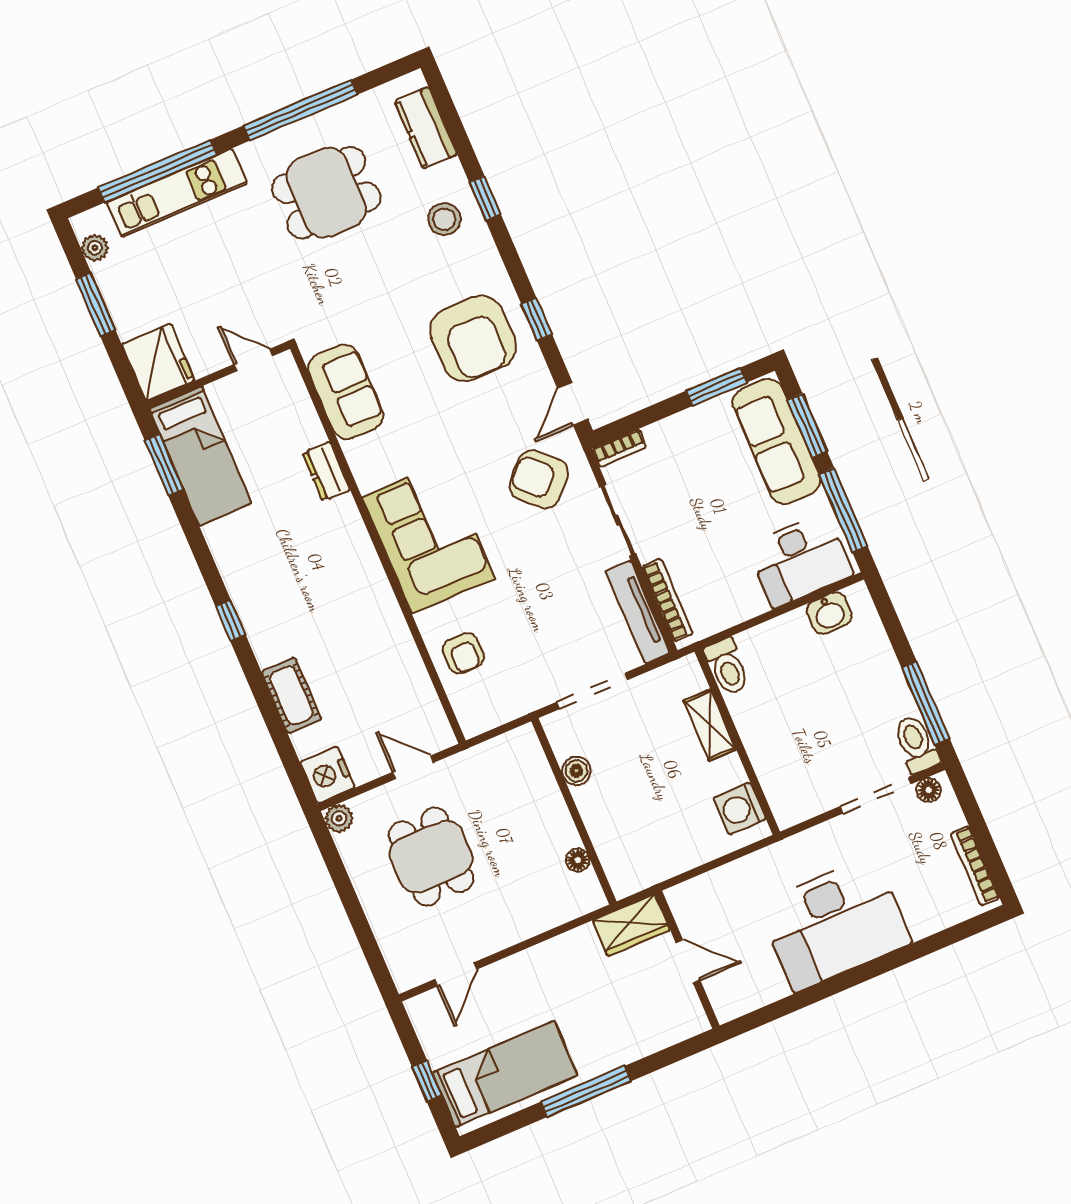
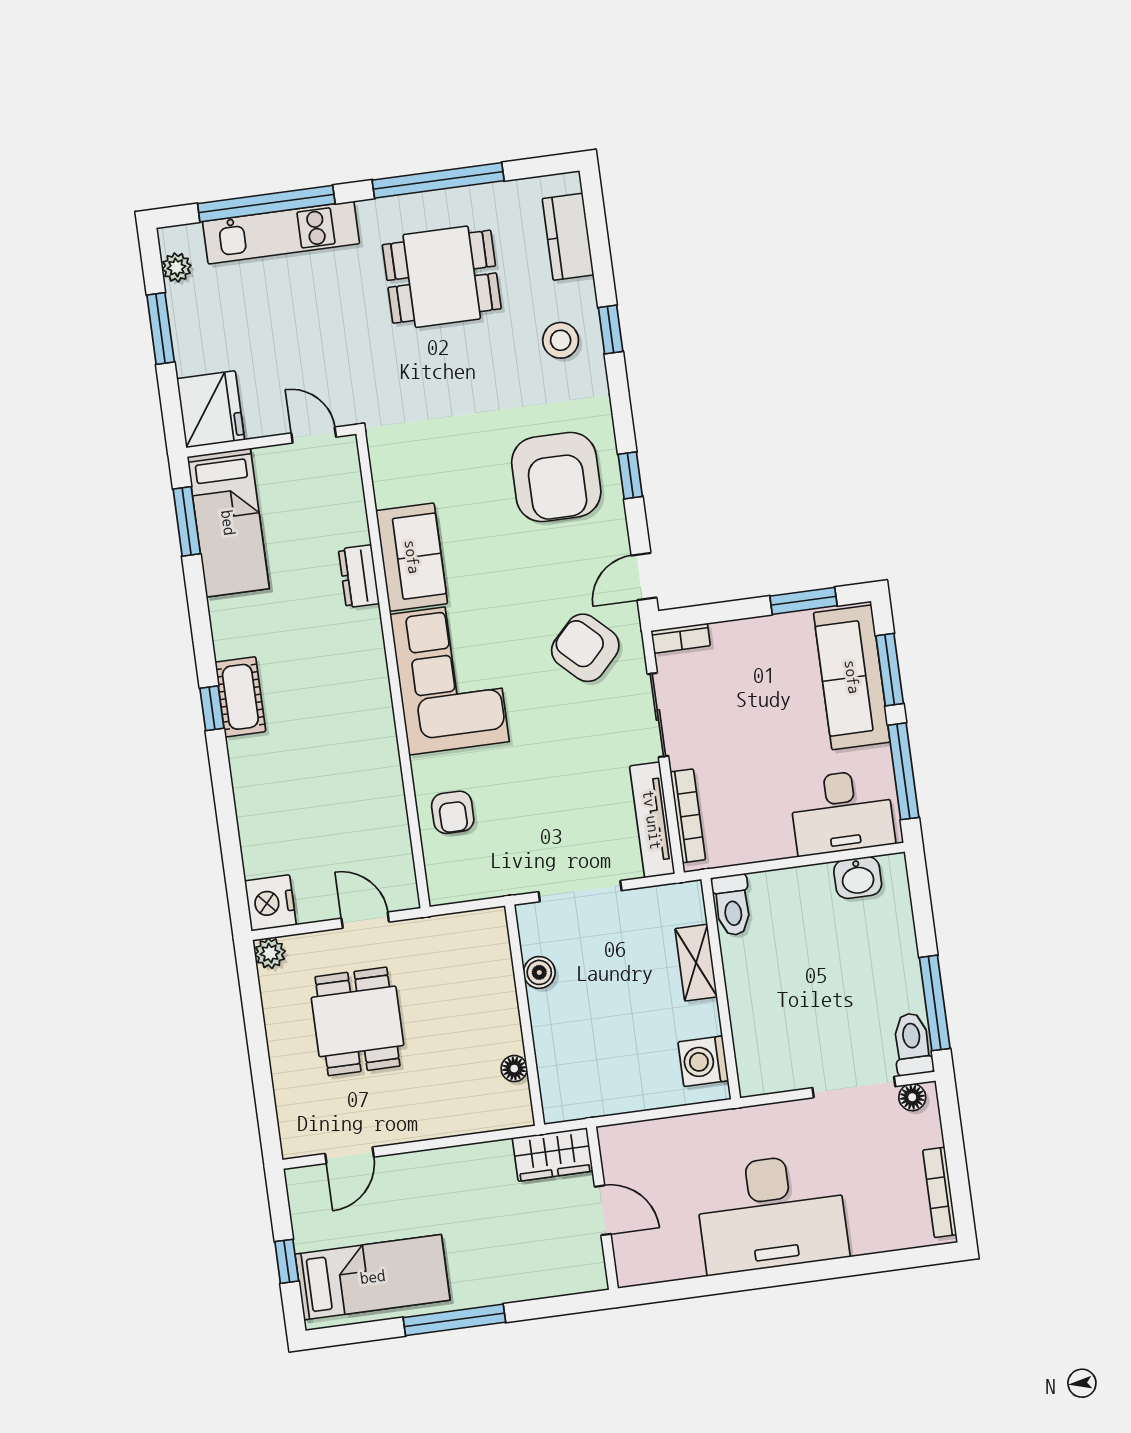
sofa: (346, 392) -> (412, 557), moved
cot: (291, 695) -> (240, 697), moved

